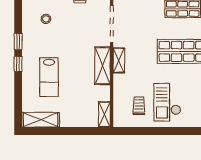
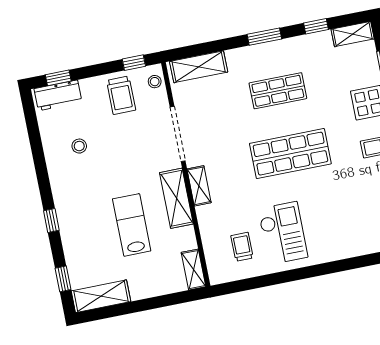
window: (18, 41) -> (63, 279), moved
lab bench: (49, 77) -> (132, 225), moved, turned 180
checkout: (167, 102) -> (283, 233), turned 180

